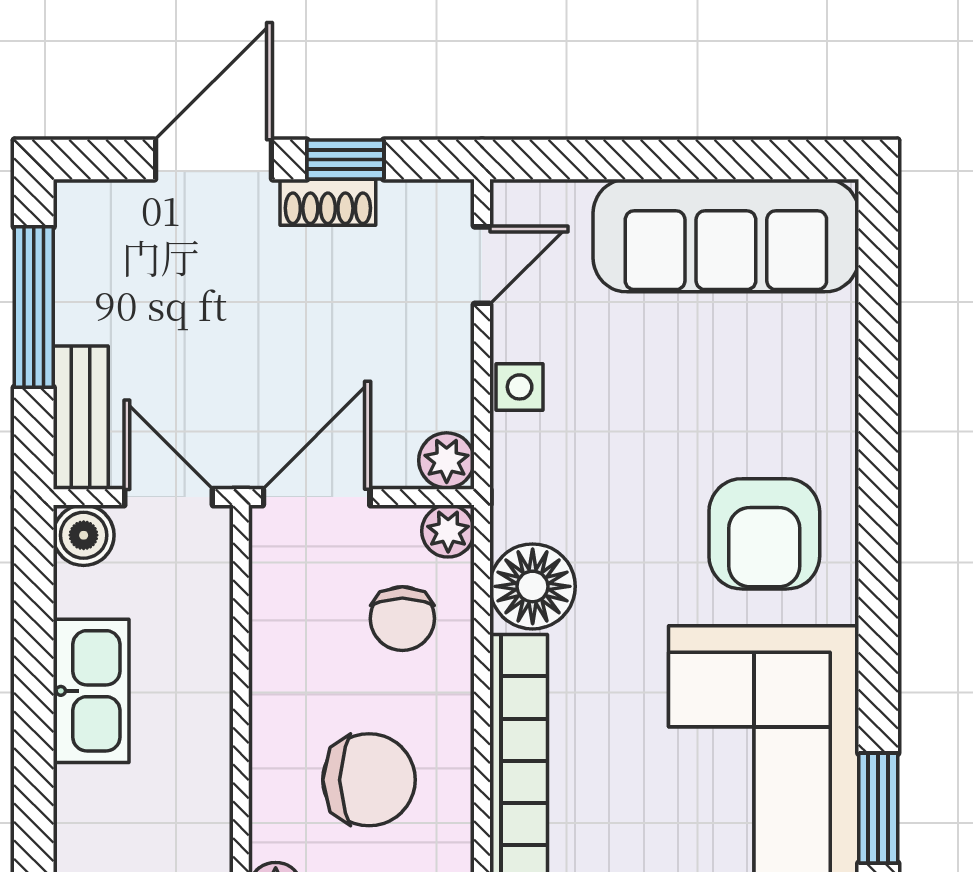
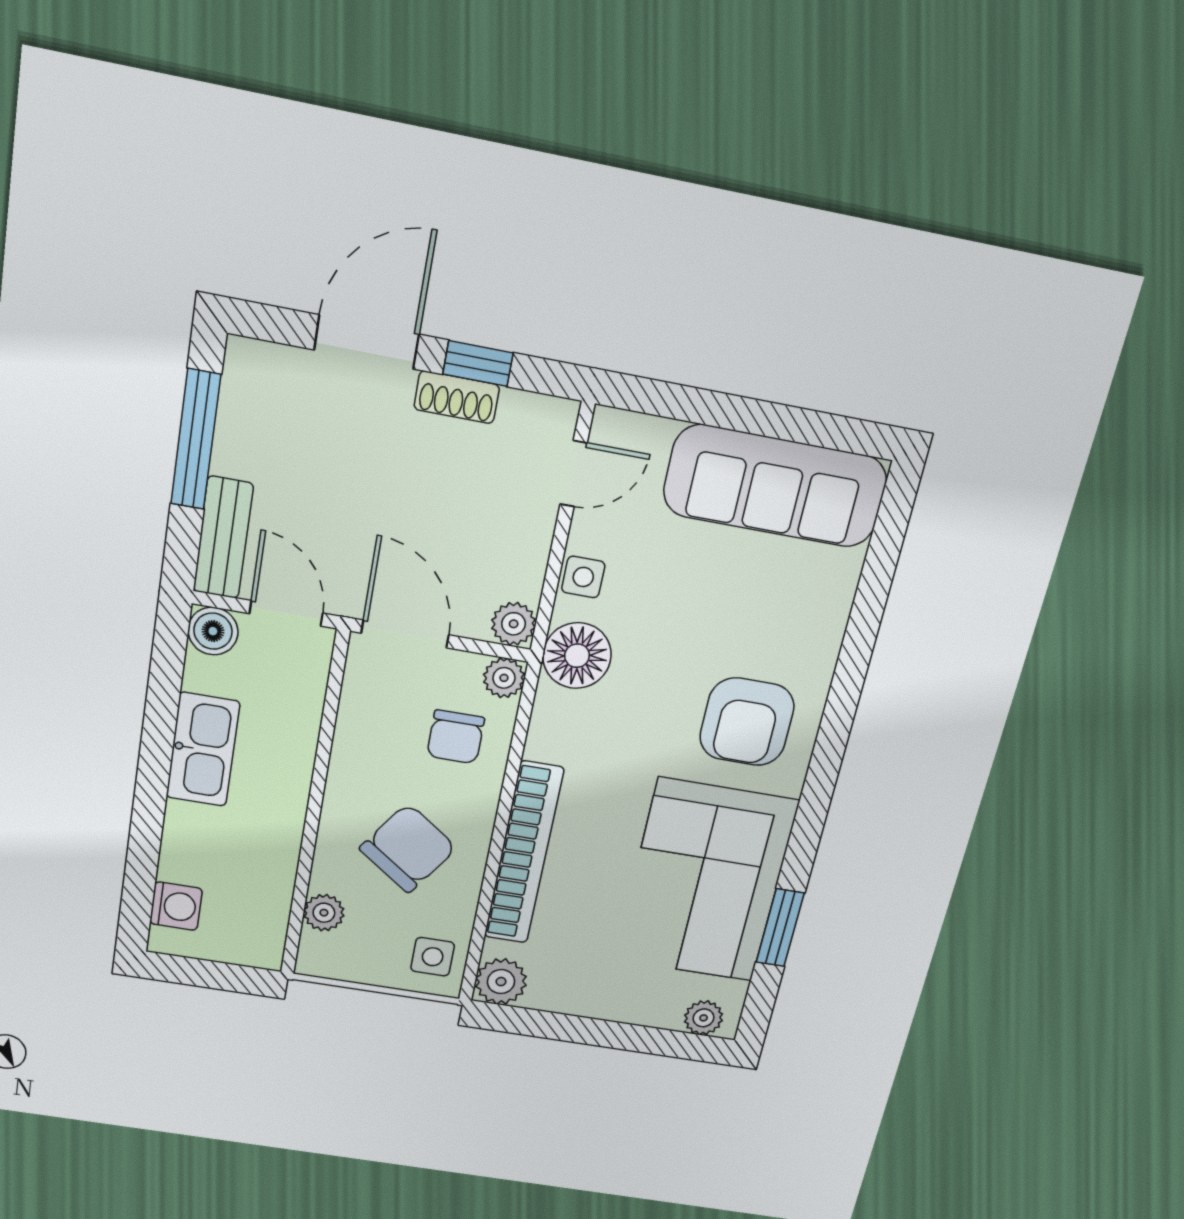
door: (317, 497) -> (405, 634), hinge flipped
floor lamp: (533, 586) -> (577, 656), moved
chair: (369, 780) -> (408, 848), turned -55

